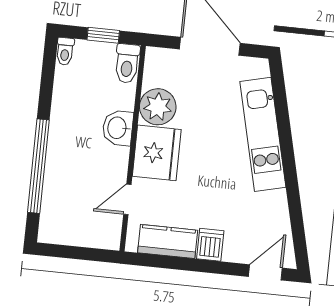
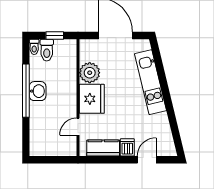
toilet: (127, 63) -> (47, 50), moved
washbasin: (118, 128) -> (38, 91), moved, turned 180
window: (38, 166) -> (26, 91), moved
door: (265, 272) -> (147, 160), moved

